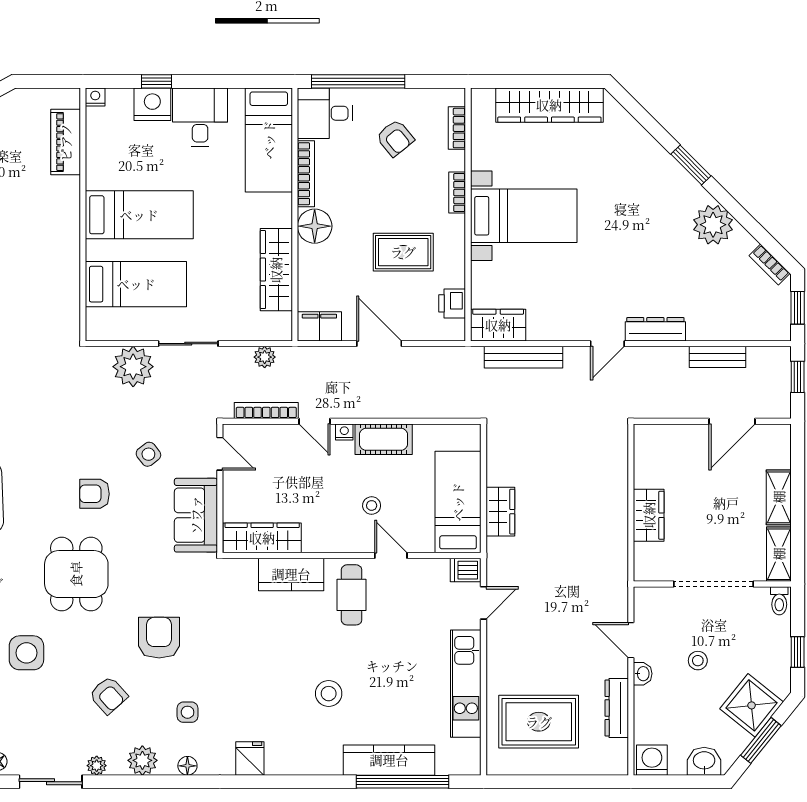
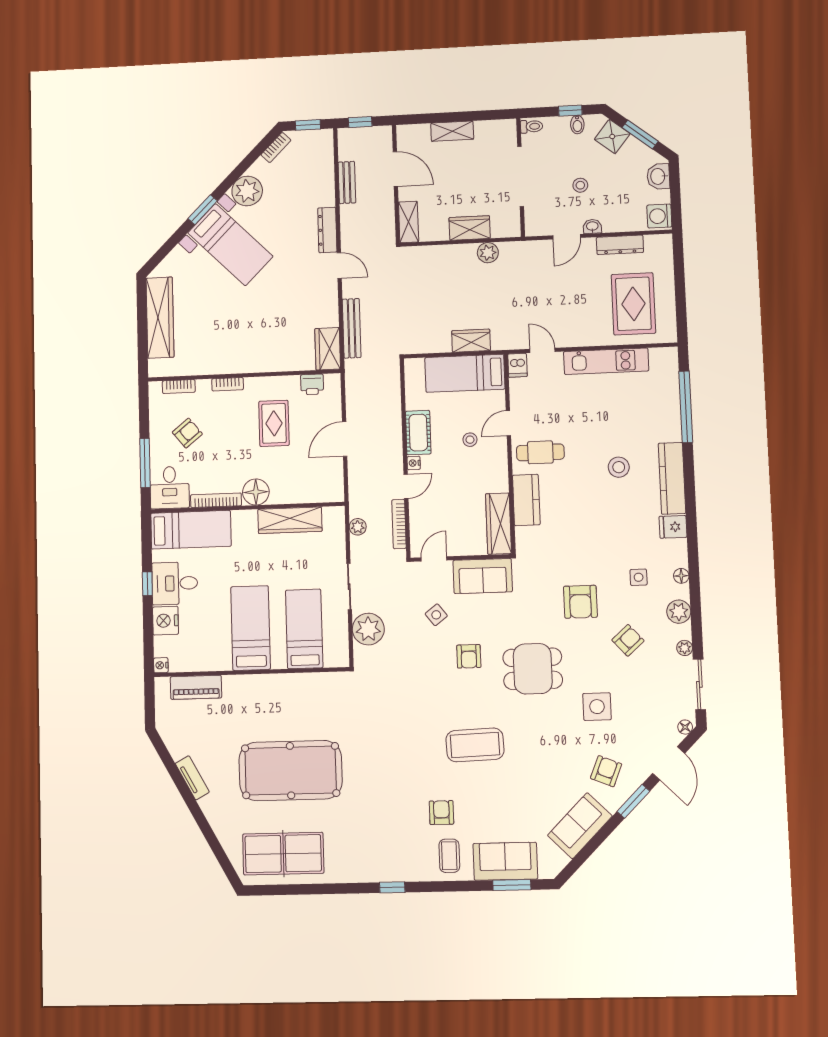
window: (156, 81) -> (147, 584), moved
window: (358, 81) -> (145, 463), width x0.68
bed with nightstands: (524, 216) -> (230, 245), moved, turned 135
filing cabinet: (319, 326) -> (333, 485), removed
plant: (615, 538) -> (488, 253), added
shelving: (779, 554) -> (409, 222), moved, turned 90
armchair: (159, 638) -> (580, 602), turned -90
bidet: (779, 660) -> (577, 124), added
shower: (752, 705) -> (612, 136), width x0.73, depth x0.73
kitchen counter: (389, 760) -> (672, 478), moved

